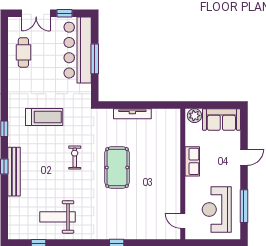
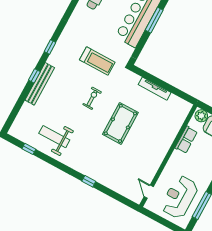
window: (95, 59) -> (154, 20), moved
treadmill: (44, 117) -> (97, 61), moved
row of seats: (192, 161) -> (186, 140), moved

